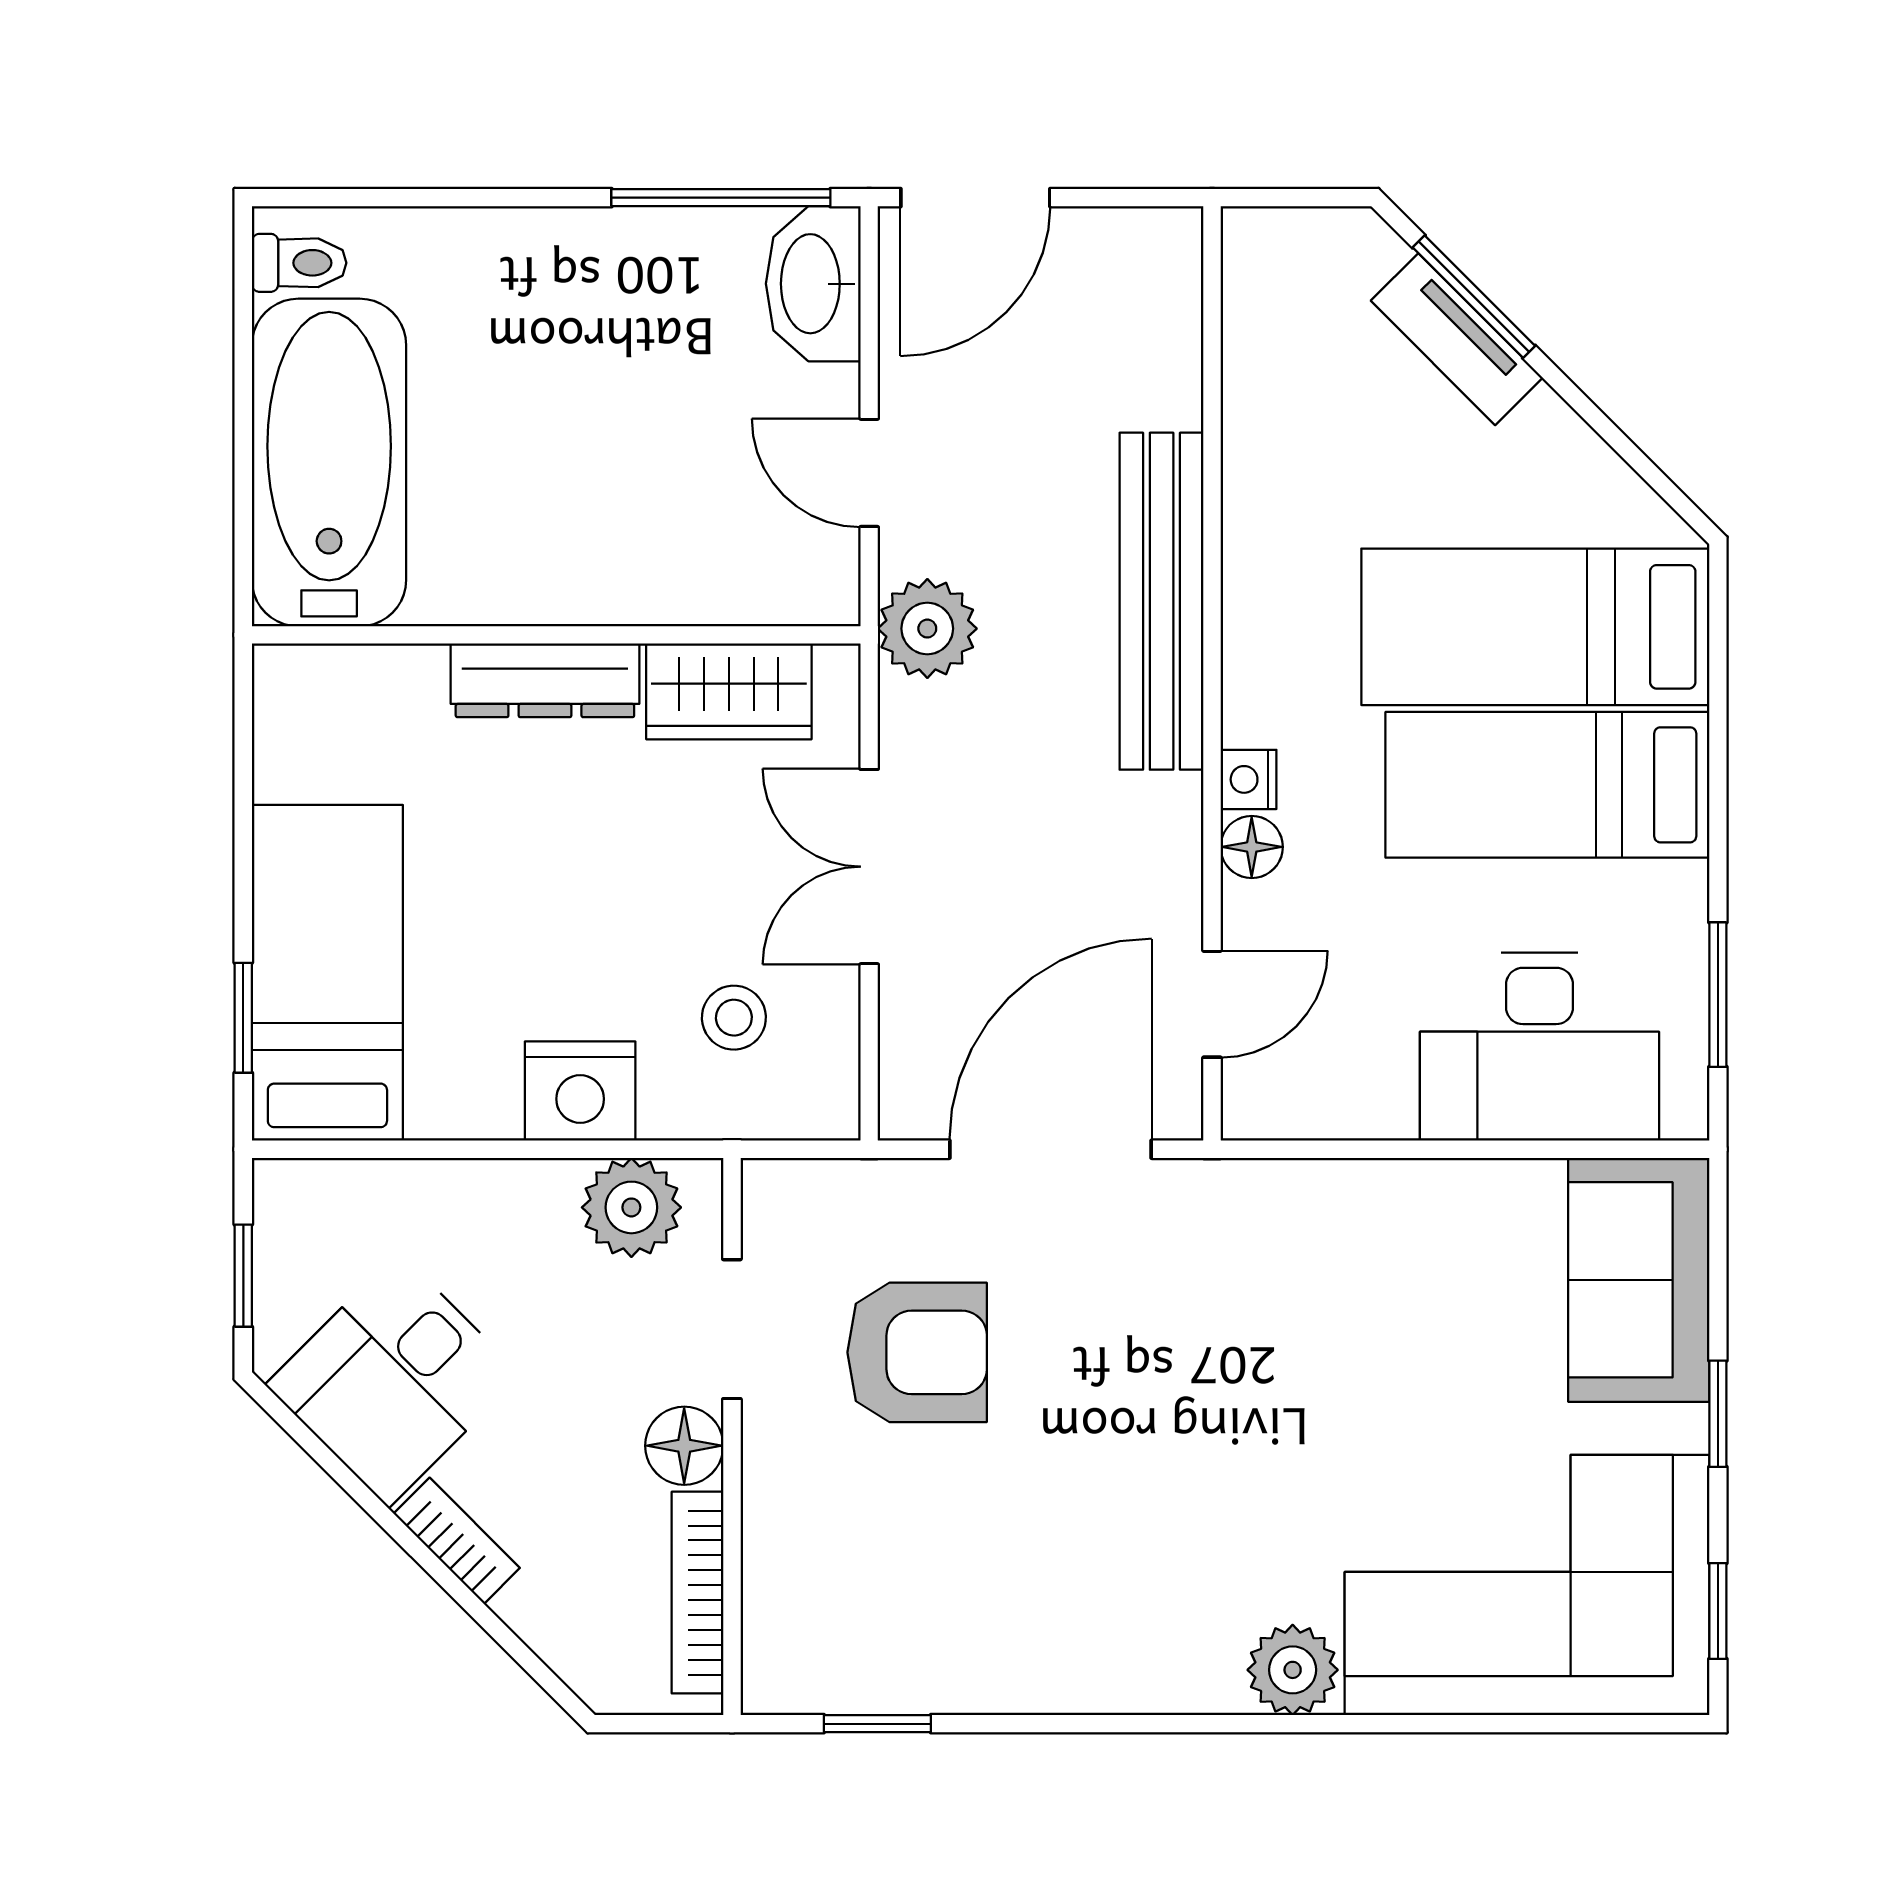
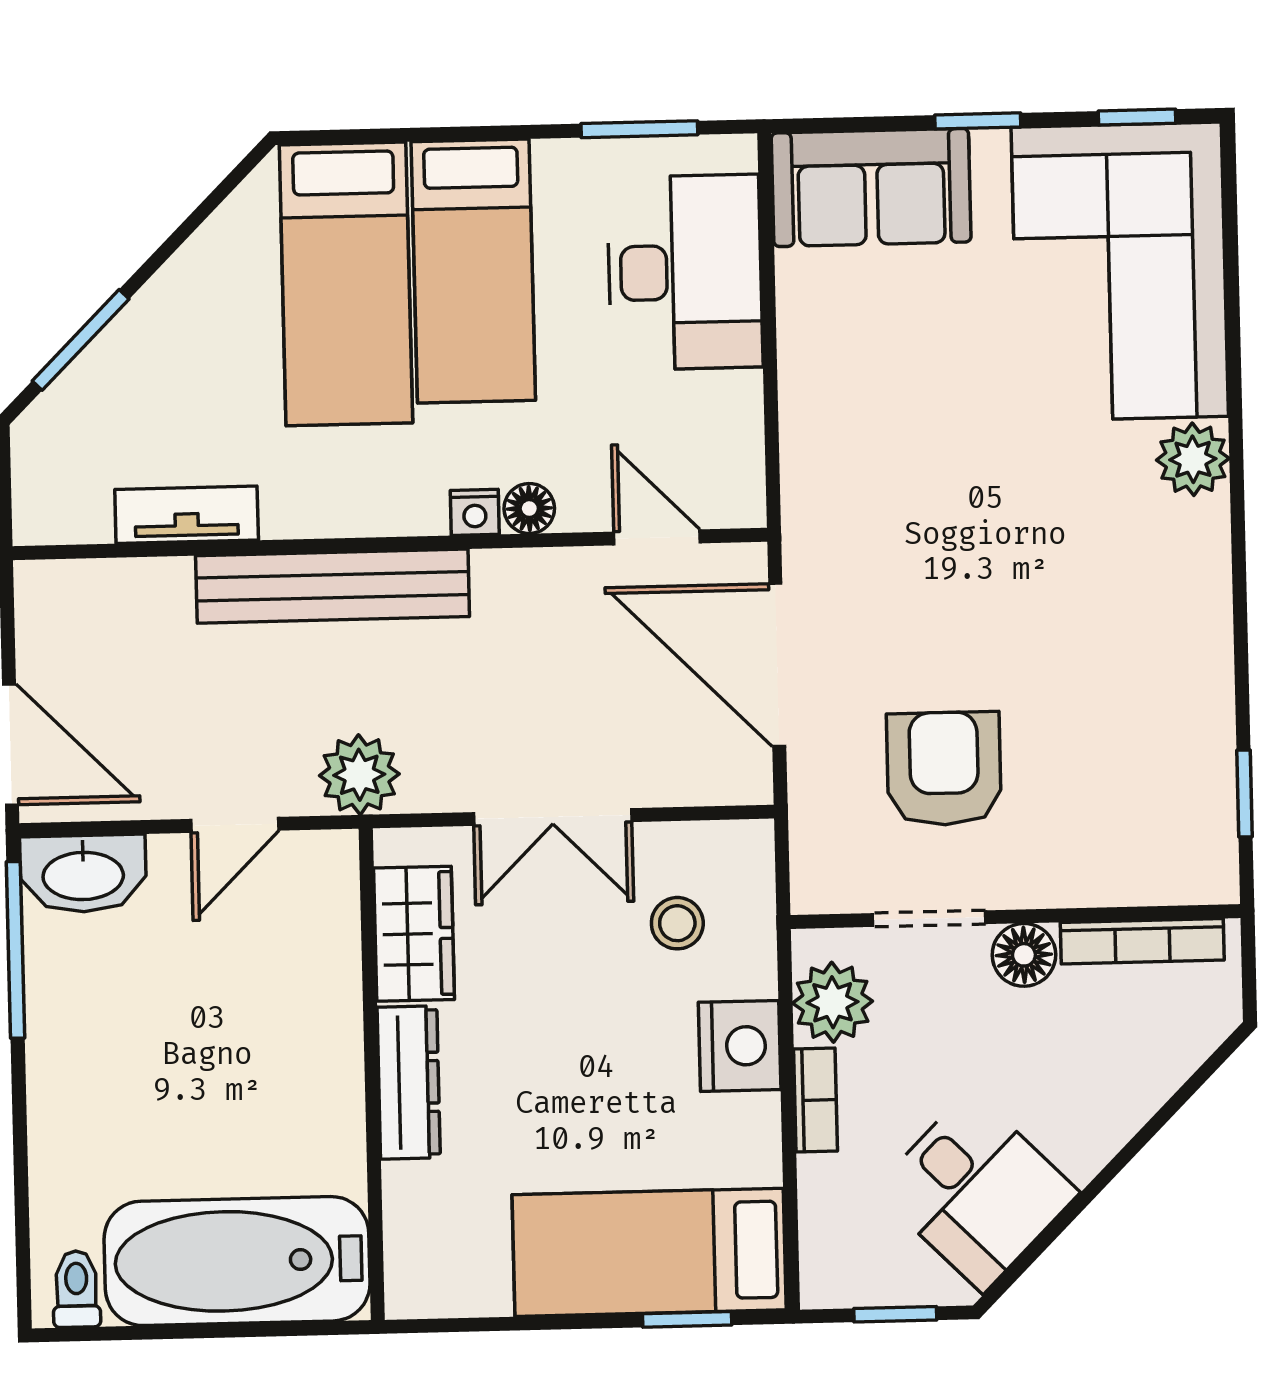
tv unit: (1457, 339) -> (187, 515), moved, turned -135
bookcase: (457, 1541) -> (816, 1100), moved, turned 135

